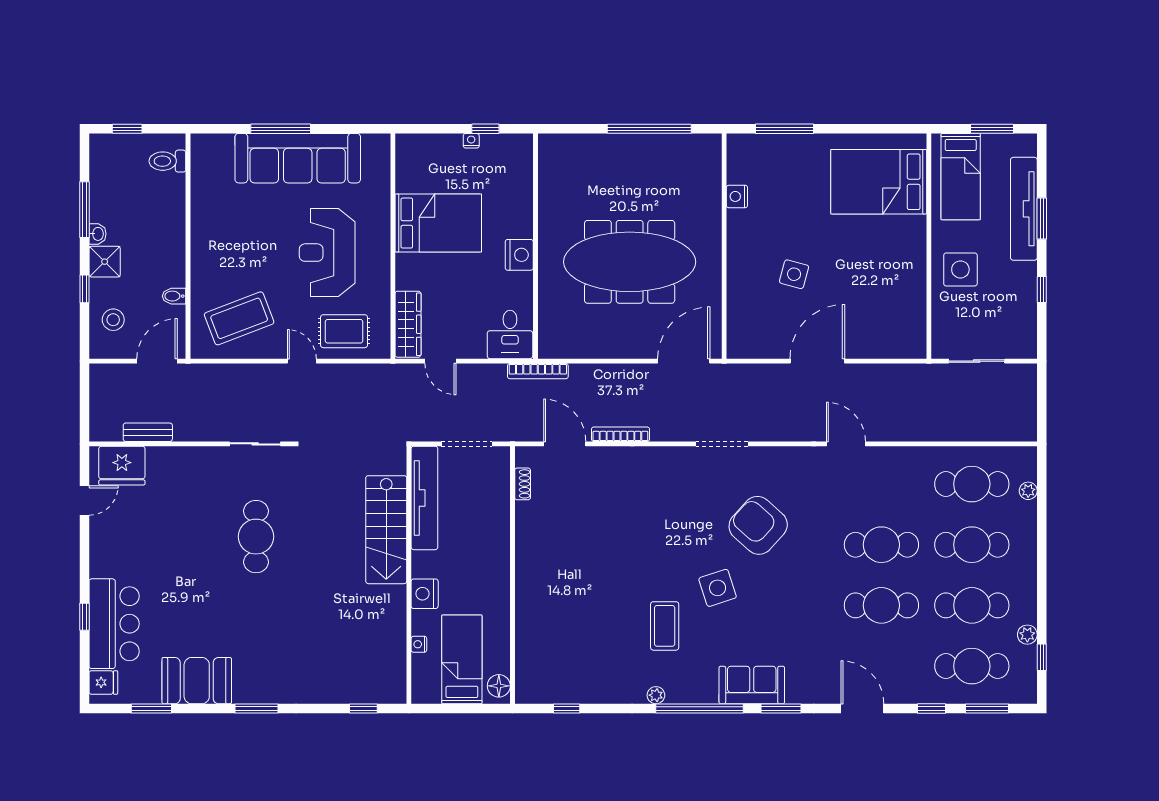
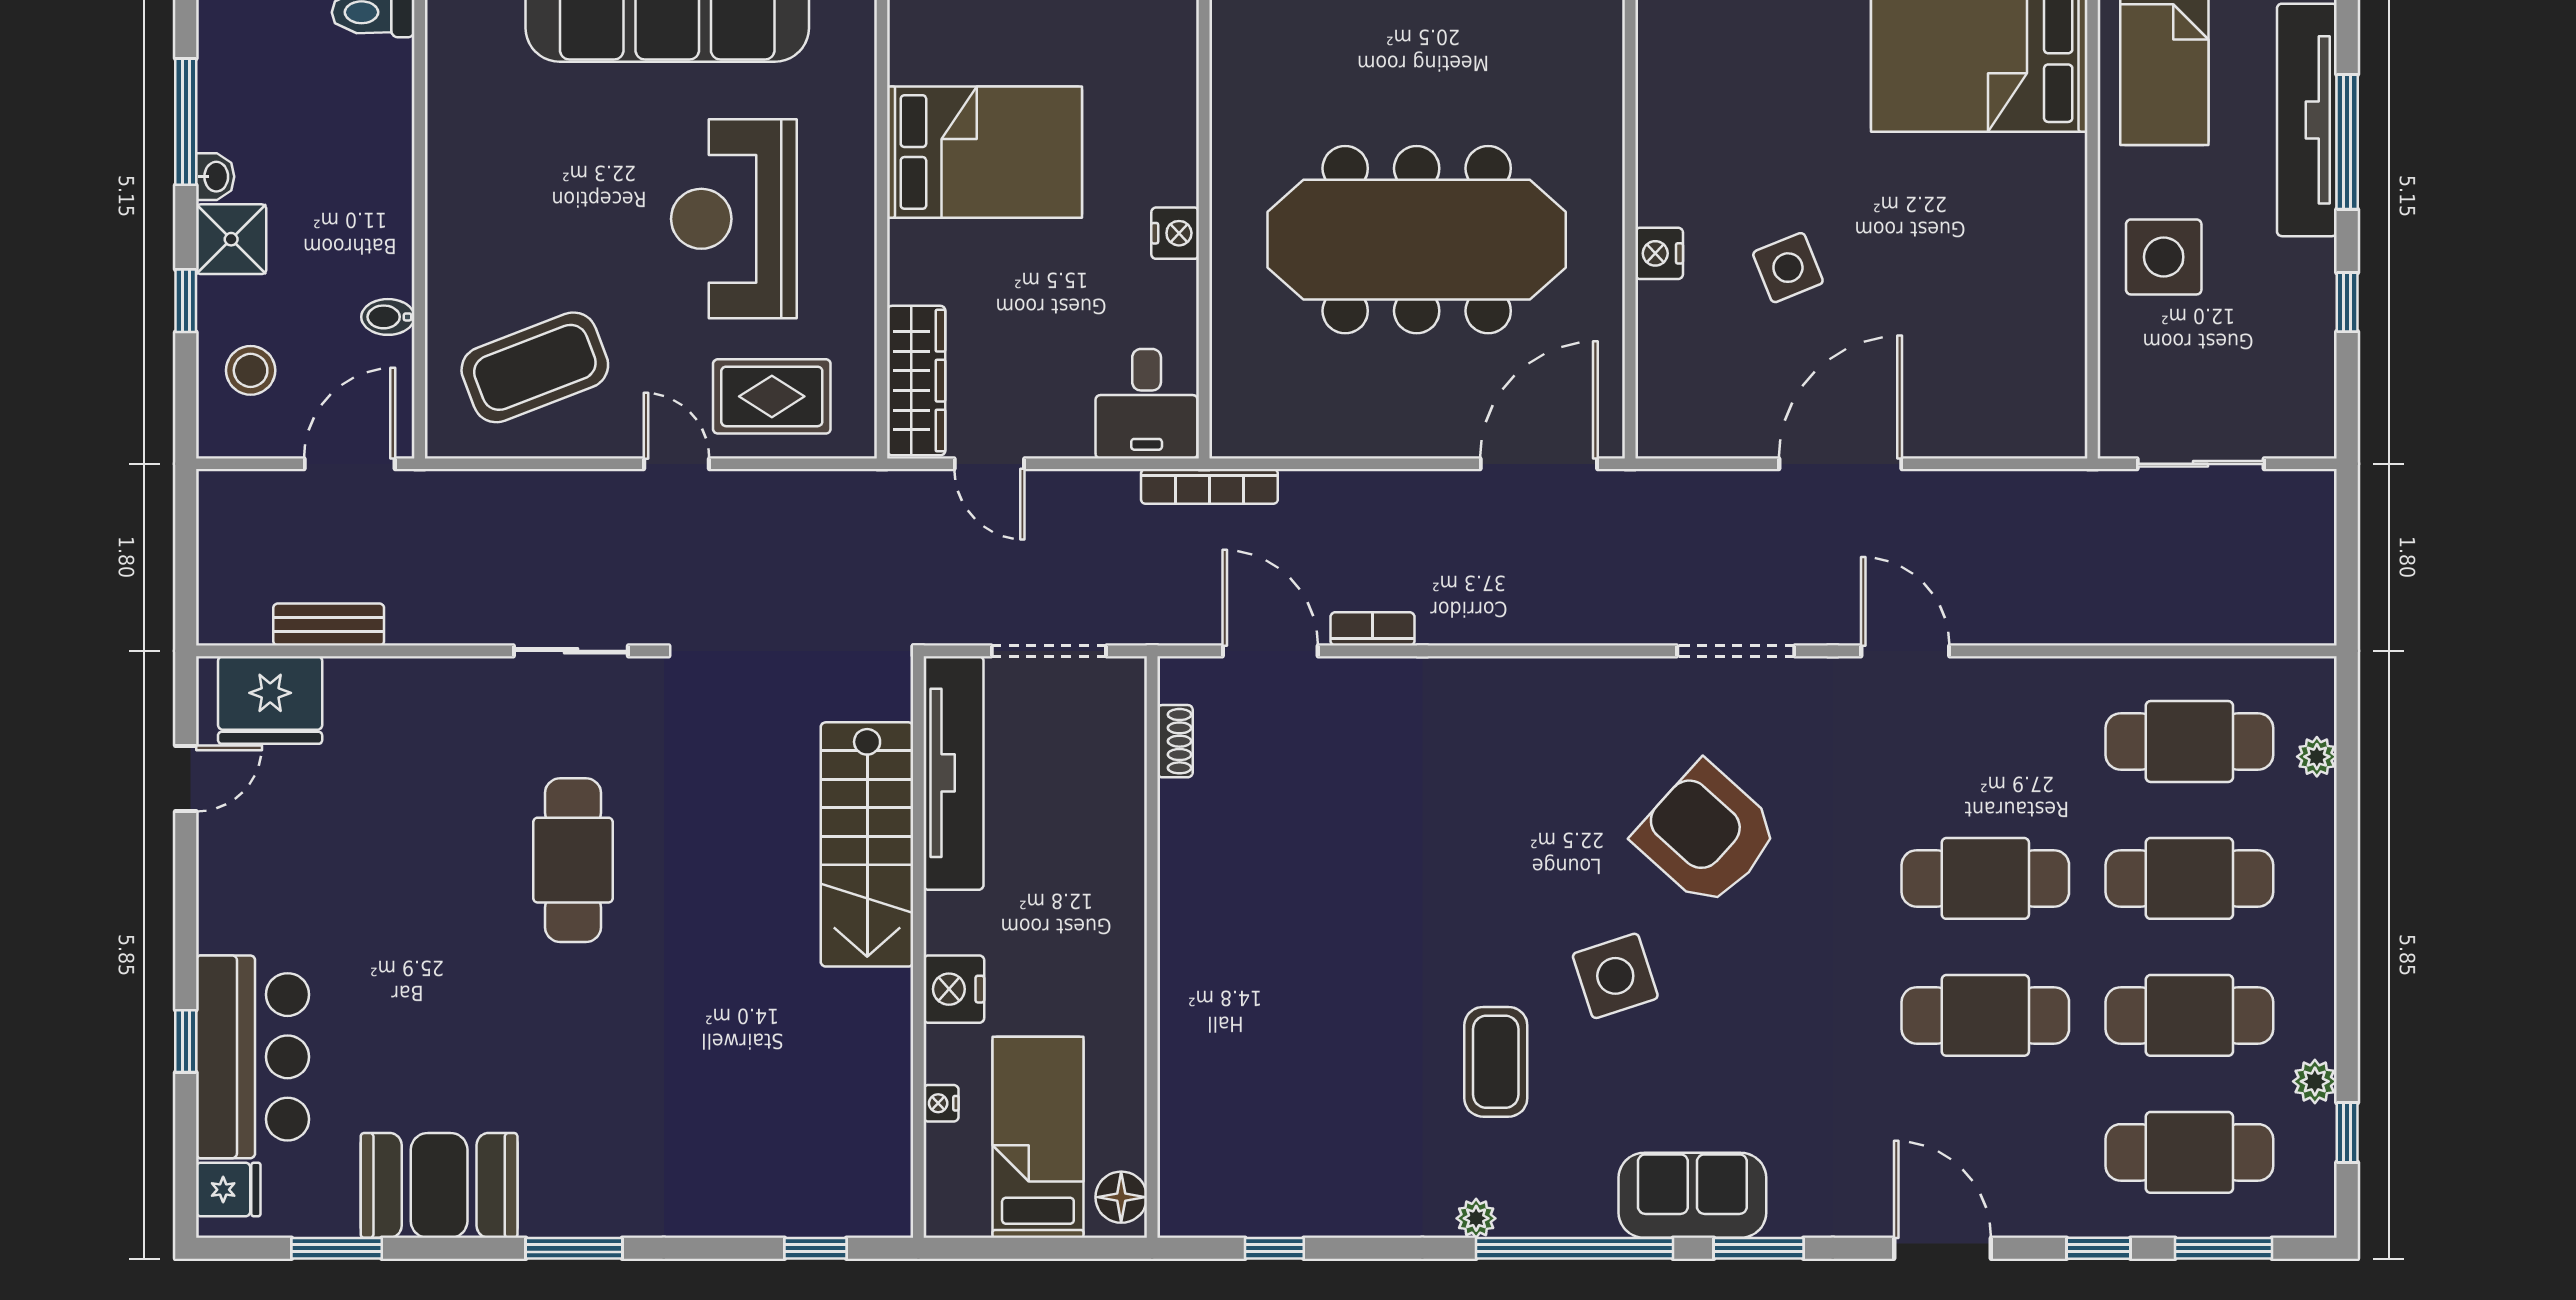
nightstand: (737, 196) -> (1659, 253), moved
window: (1042, 219) -> (2347, 142), width x1.44
nightstand: (519, 255) -> (1175, 233), width x0.74, depth x0.75
side table: (794, 274) -> (1788, 268), turned -37
bookcase: (620, 434) -> (1372, 629), width x0.64
doorway: (722, 444) -> (1736, 651), moved

